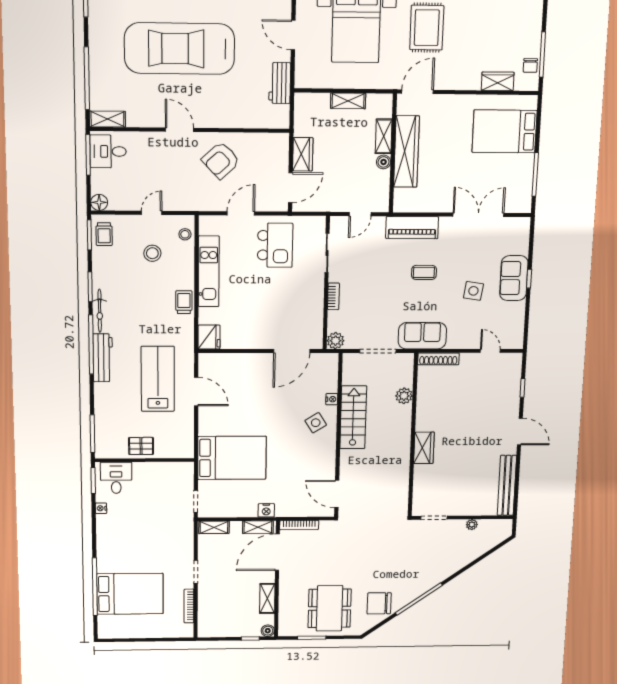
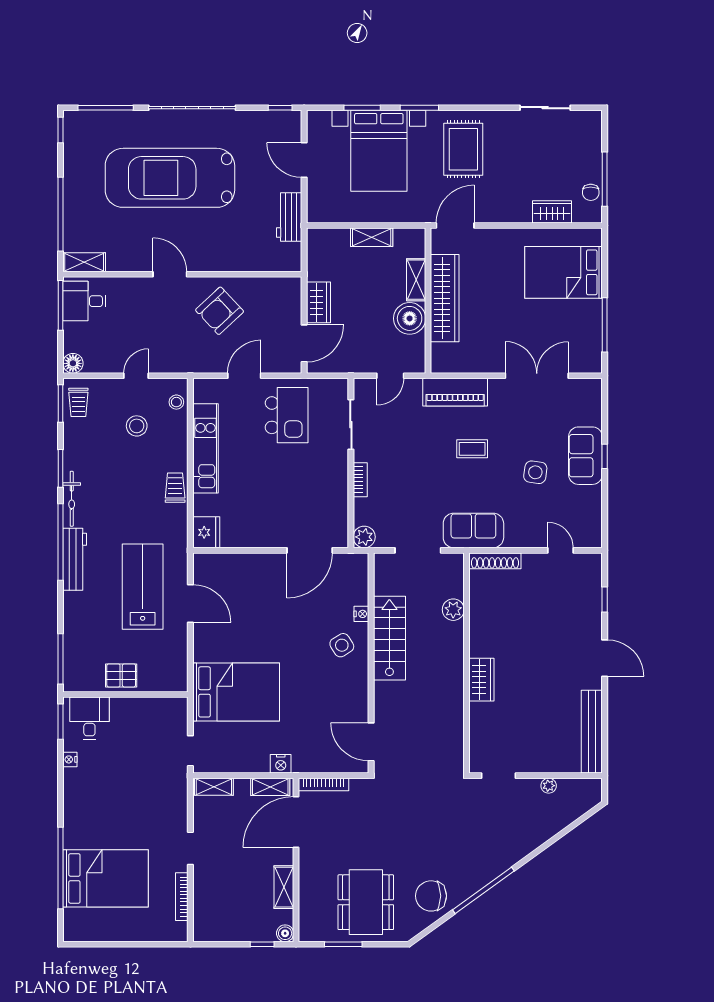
boiler: (384, 162) -> (410, 318), width x1.86, depth x1.86

